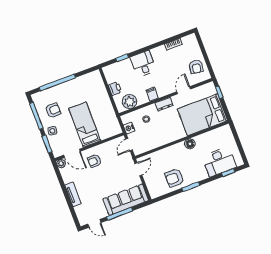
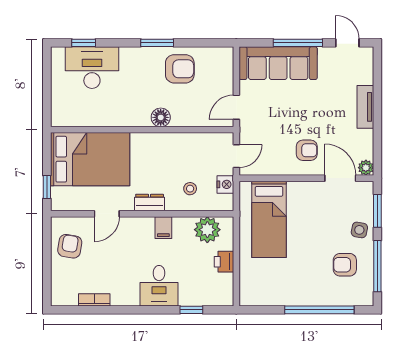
bed: (85, 125) -> (269, 219), moved
floor lamp: (190, 144) -> (161, 117), moved

